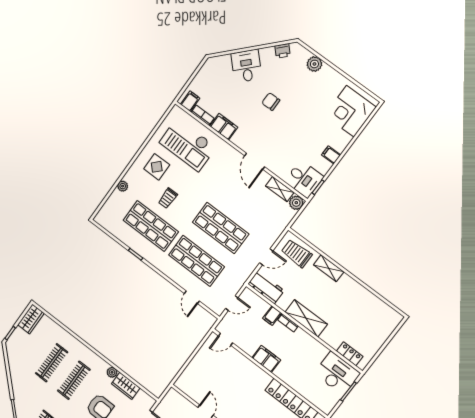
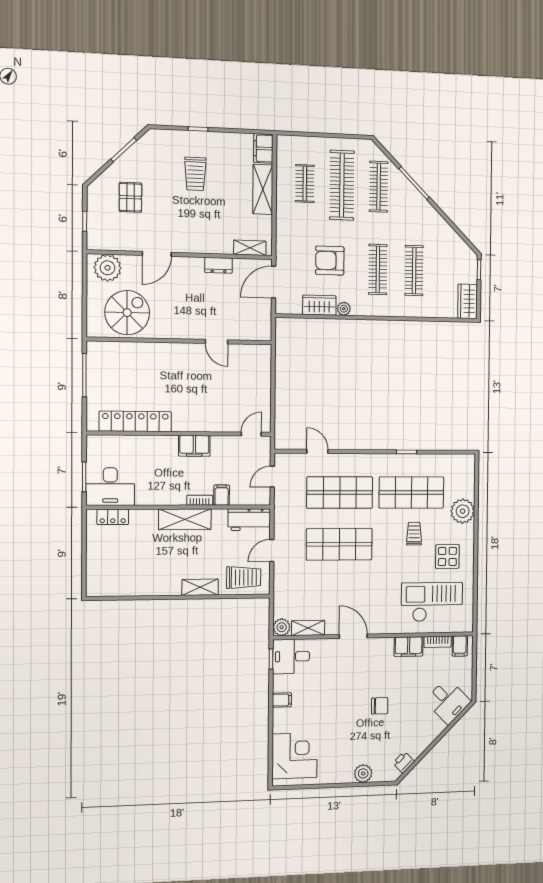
desk: (246, 66) -> (448, 701), moved
plant: (123, 186) -> (463, 511), width x1.87, depth x1.87

